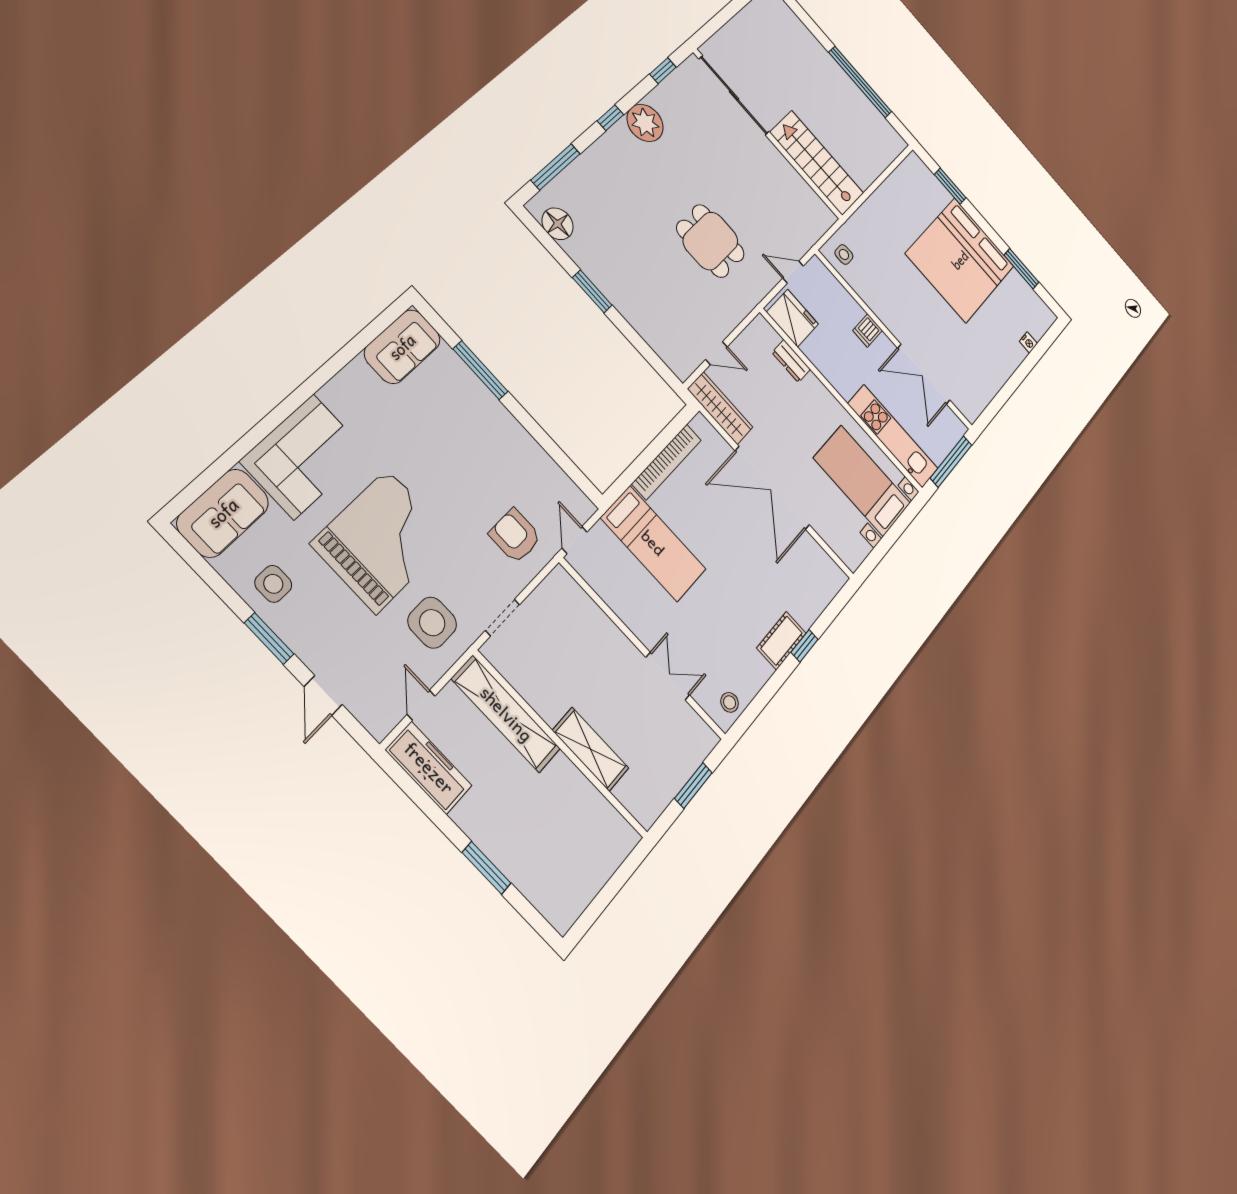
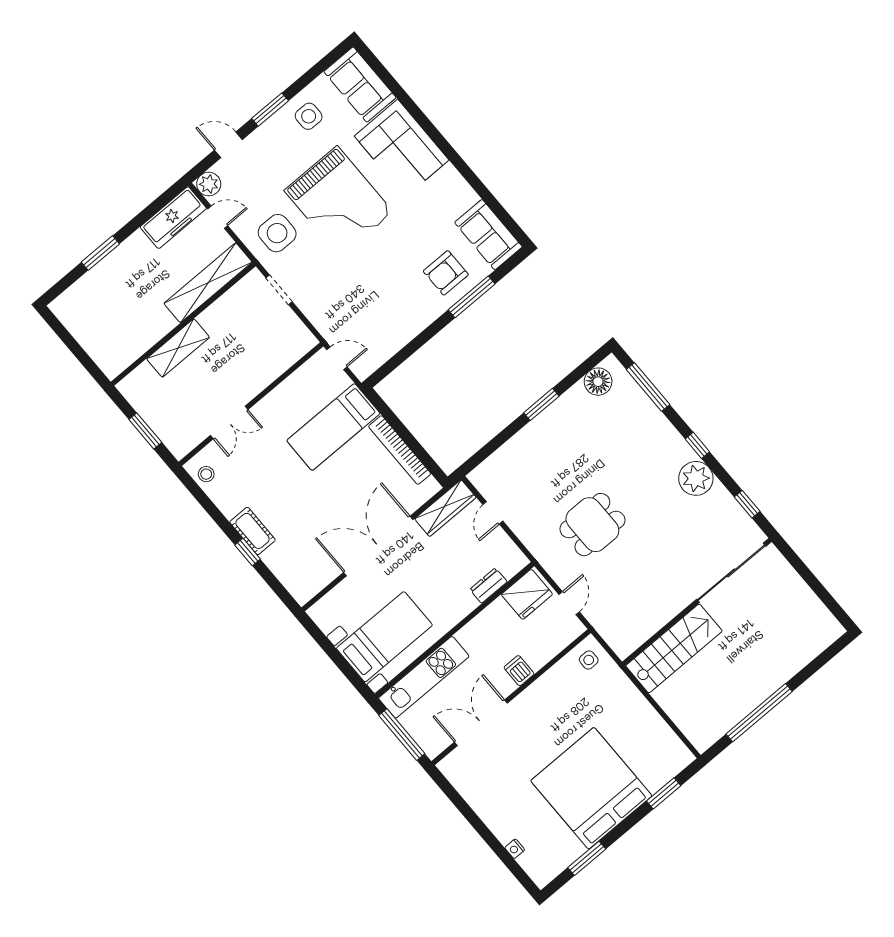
armchair: (515, 536) -> (446, 273), moved, turned 180
plant: (379, 721) -> (209, 184), added

